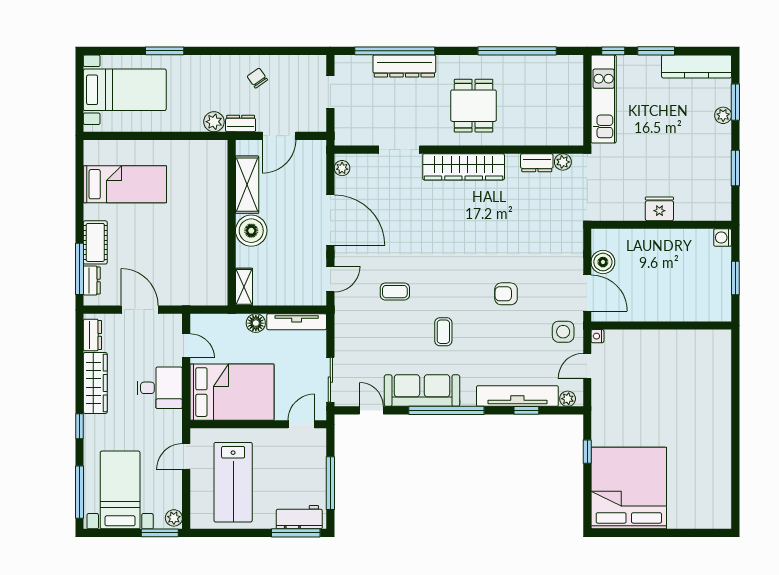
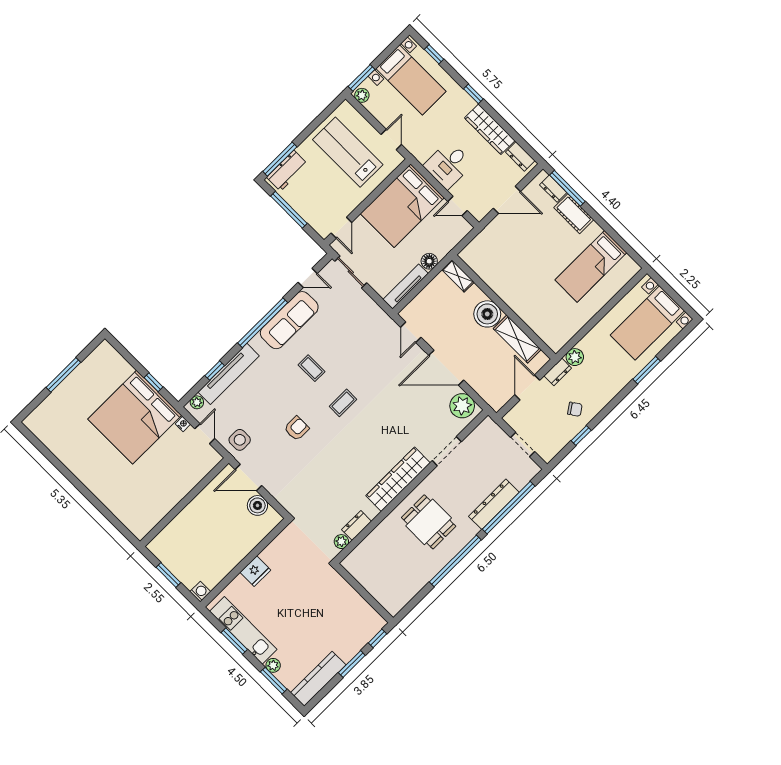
window: (274, 51) -> (581, 435), added
window: (517, 51) -> (455, 561), moved
kitchen unit: (604, 99) -> (243, 630), moved, turned 180
plant: (342, 168) -> (462, 406), width x1.87, depth x1.87
coffee table: (395, 292) -> (343, 403), moved
nightstand: (597, 336) -> (183, 424), moved
bed: (629, 488) -> (135, 417), moved, turned 90
window: (79, 492) -> (434, 54), width x0.46
window: (656, 533) -> (63, 375), added

